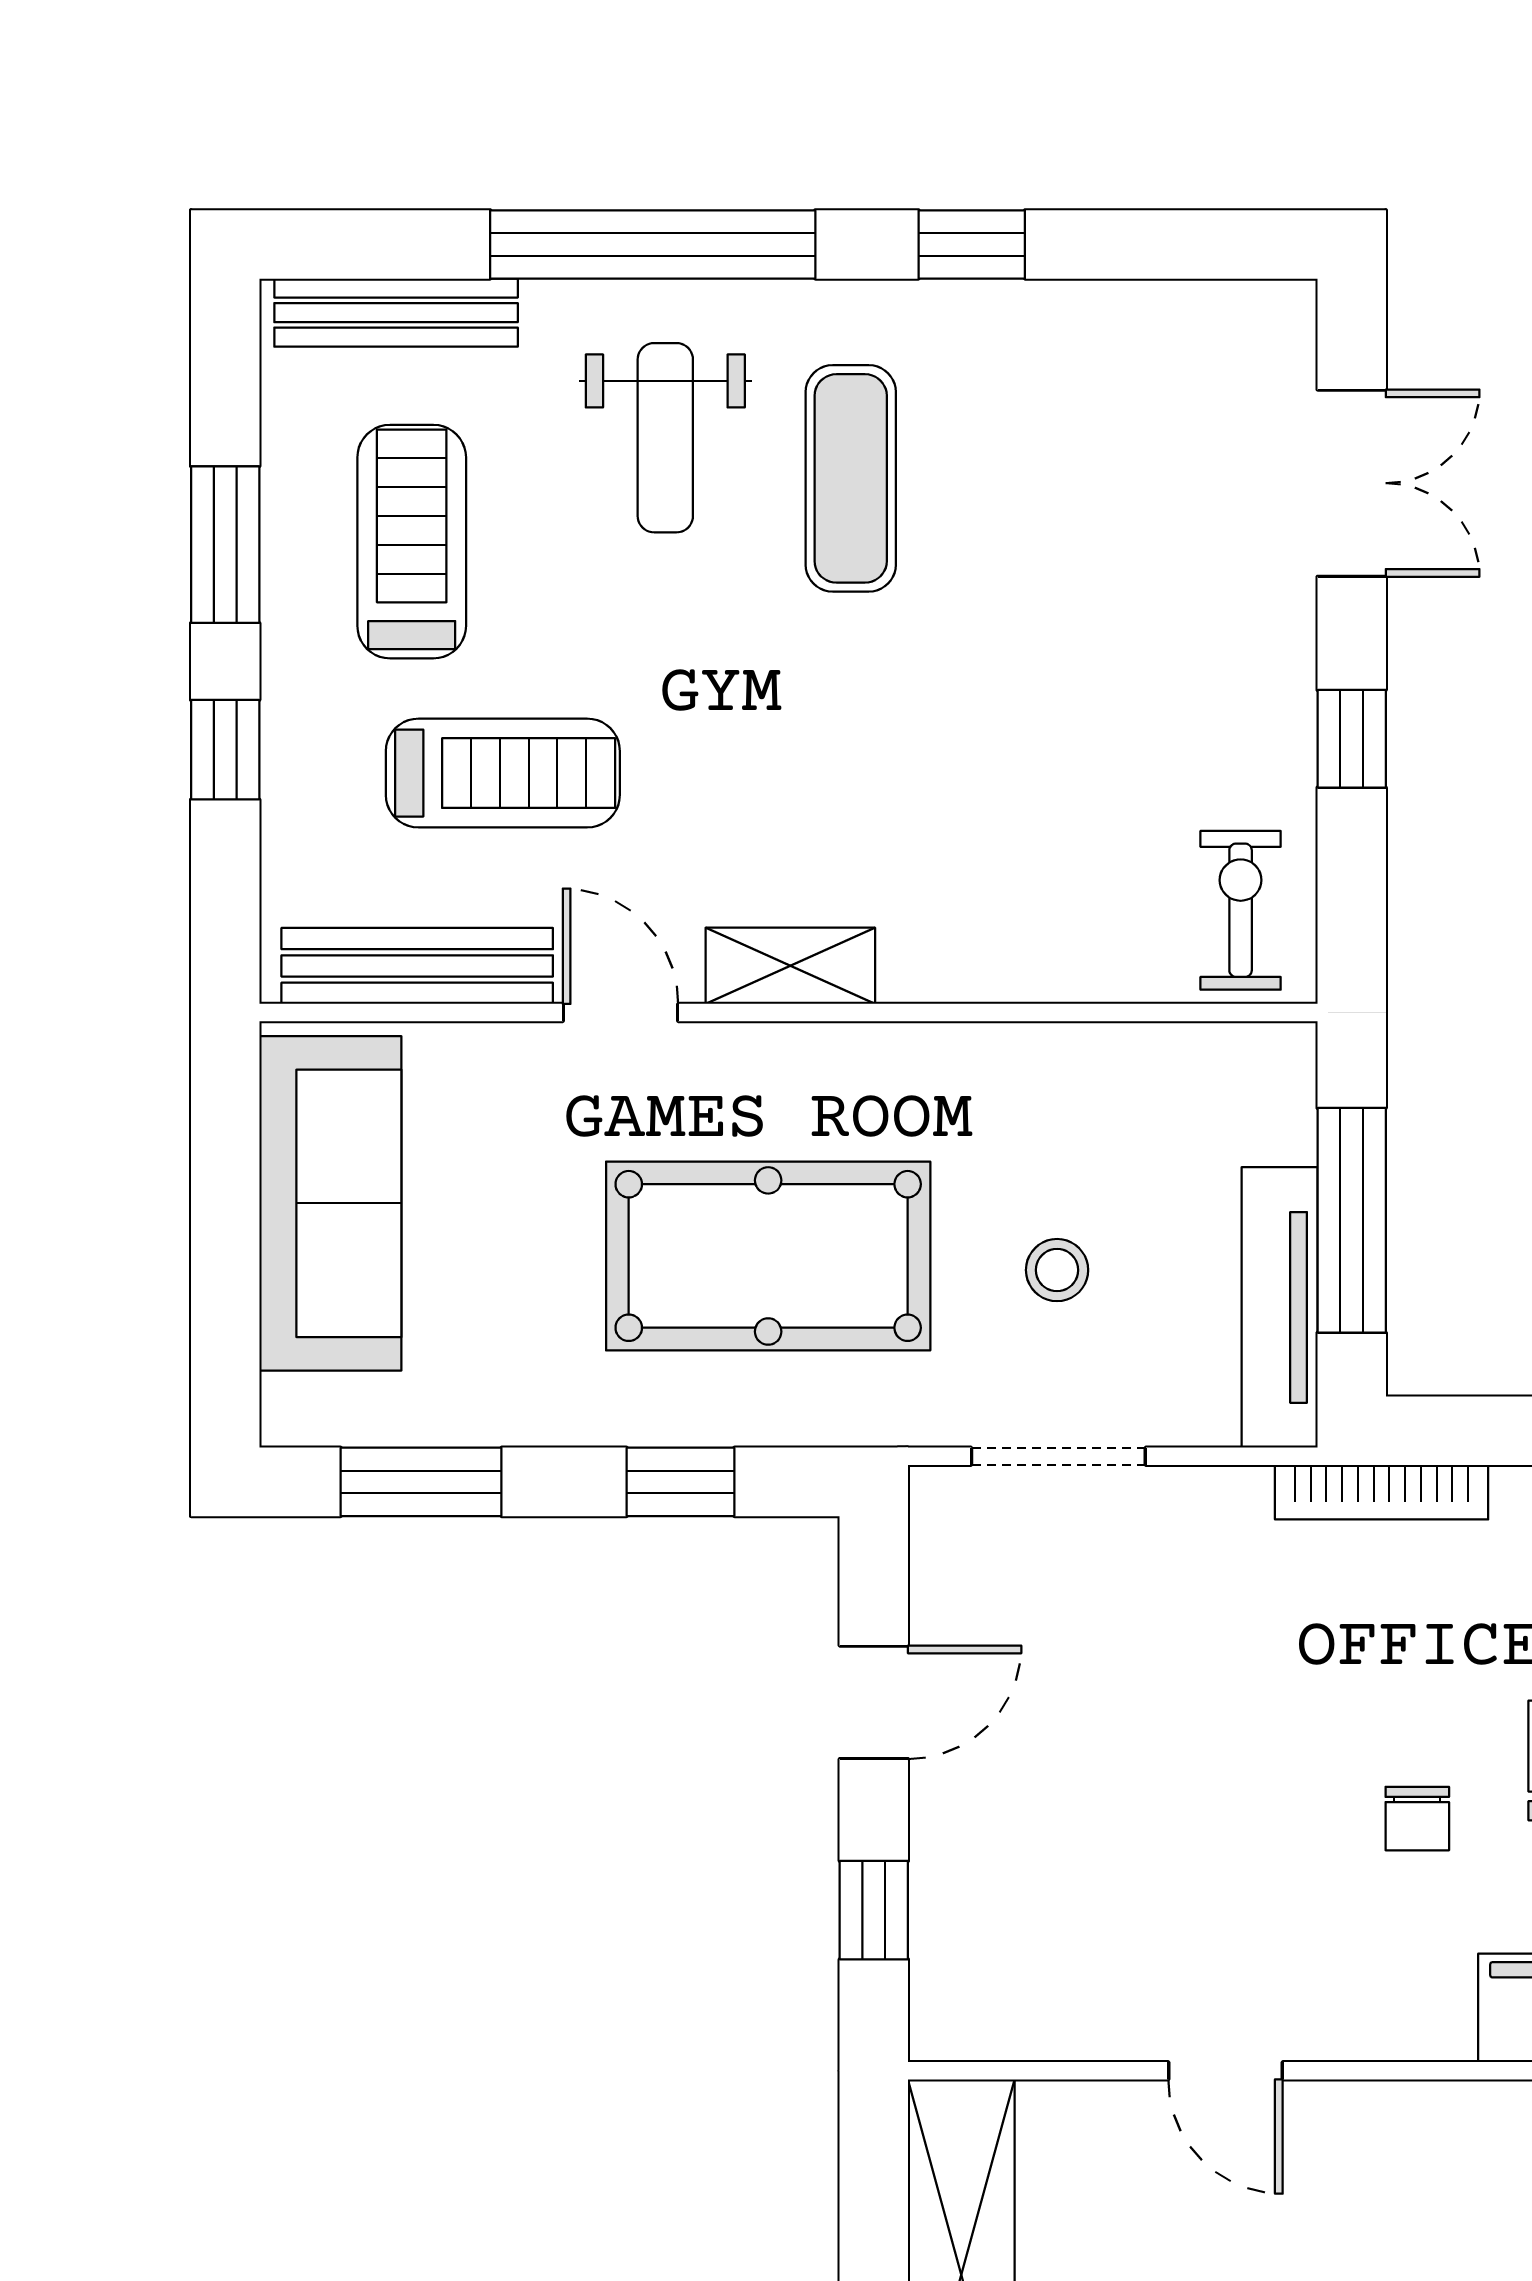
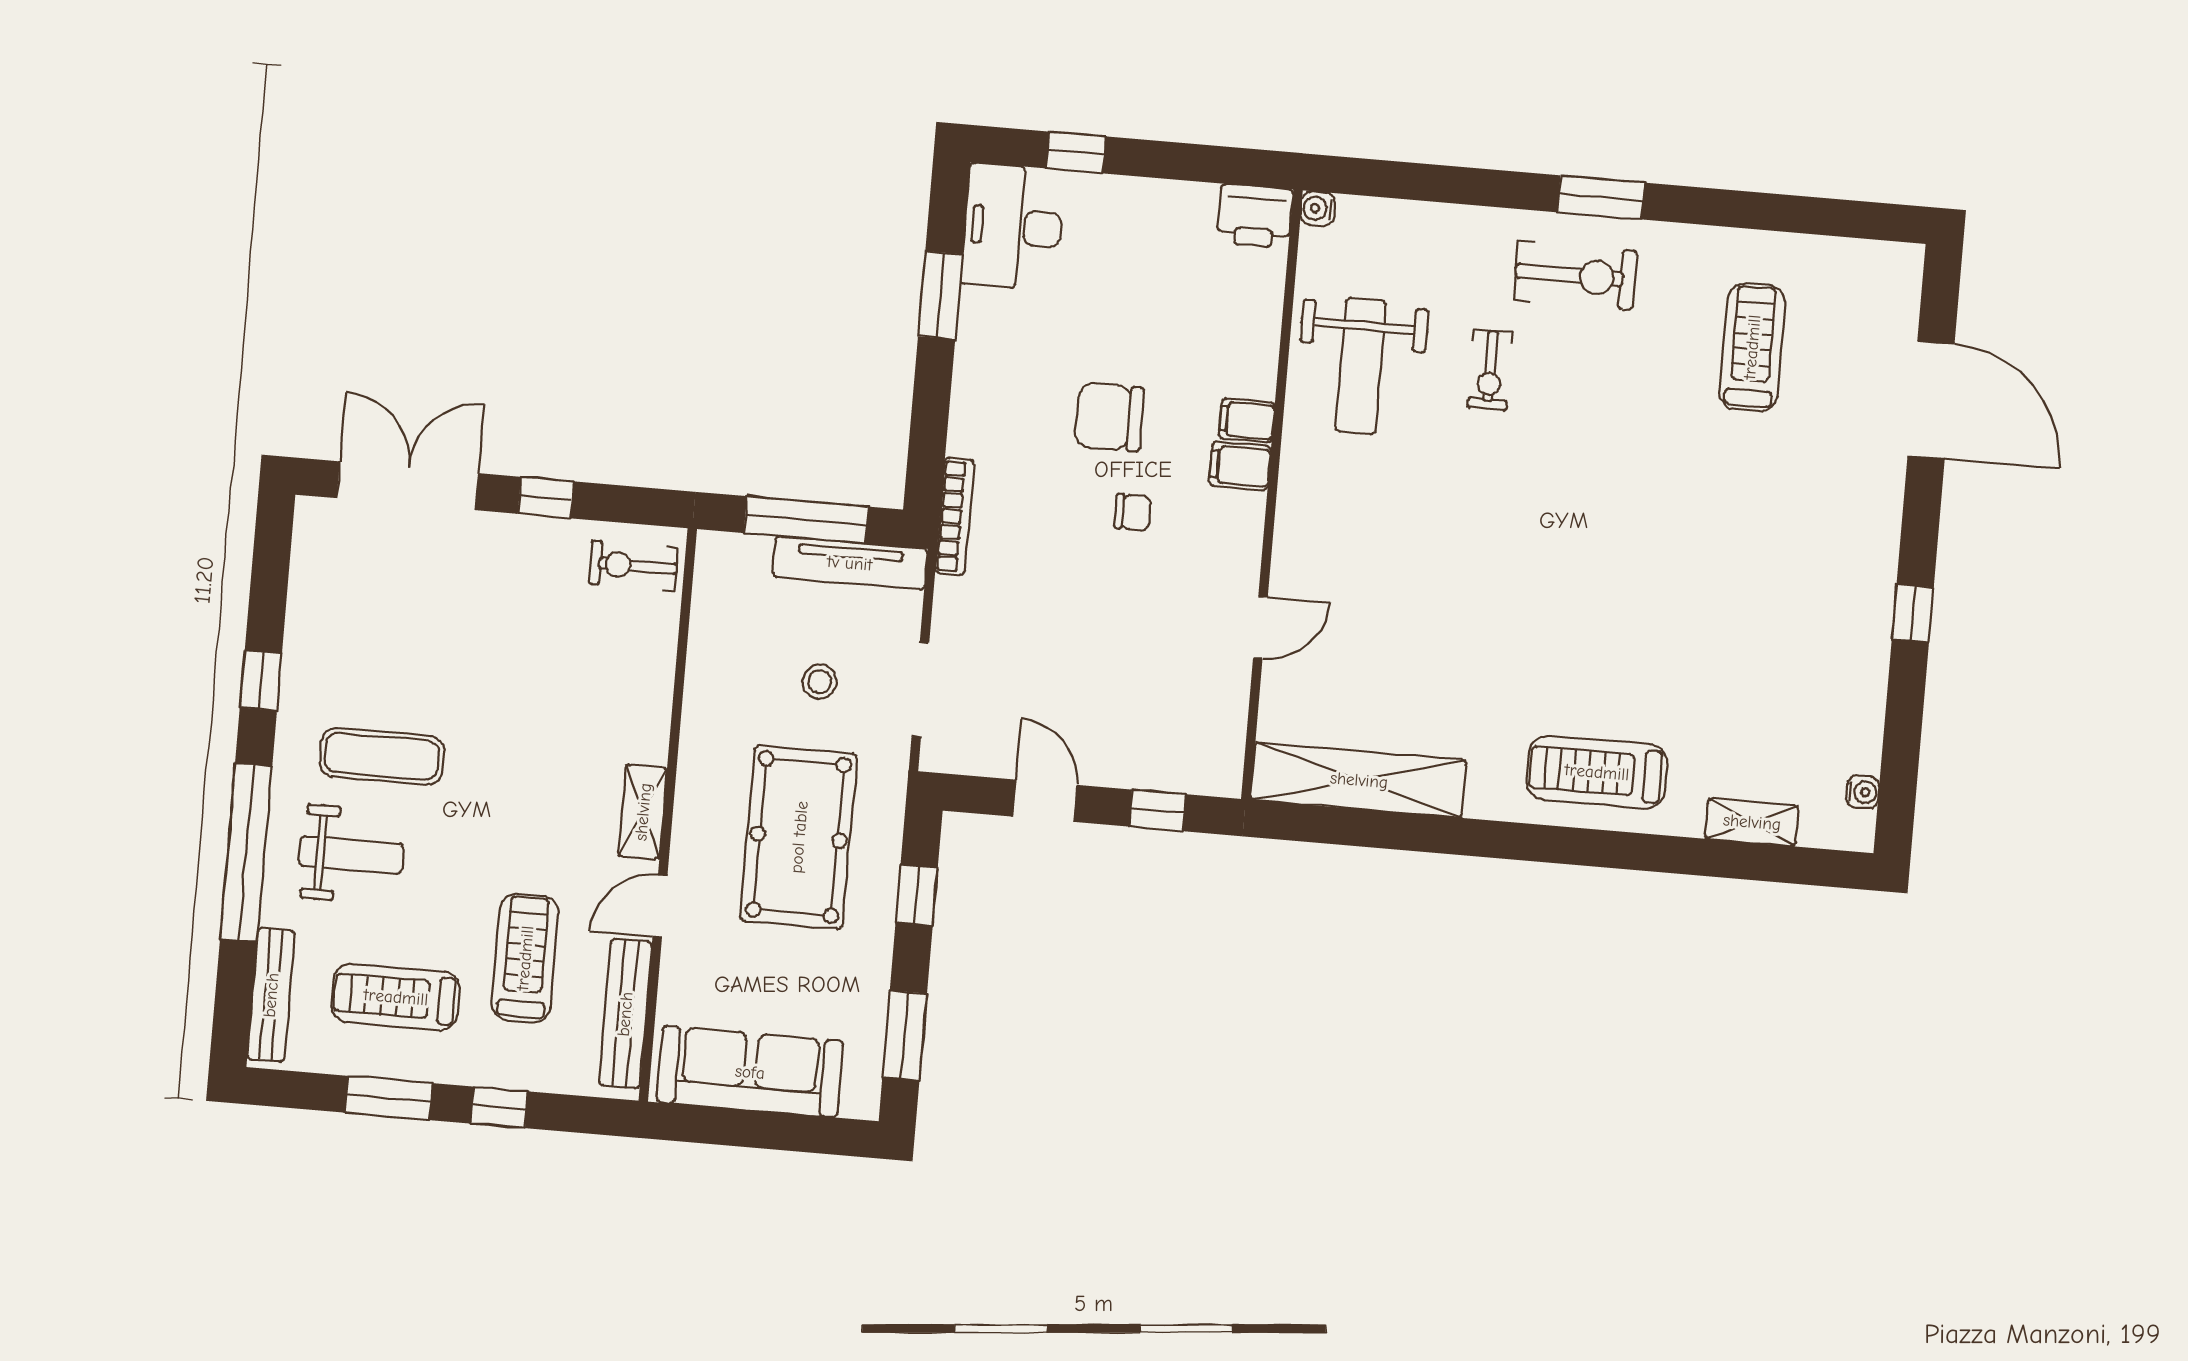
double door: (1352, 483) -> (408, 486), width x1.37

